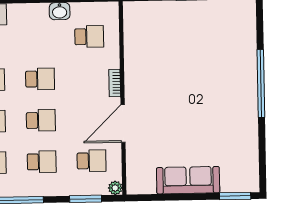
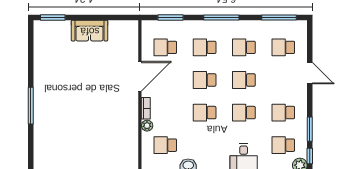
window: (261, 84) -> (31, 106), width x0.68
sofa: (188, 180) -> (90, 31), width x0.73
plant: (115, 188) -> (147, 126), moved

